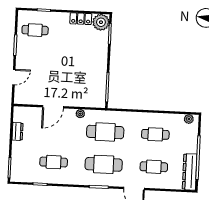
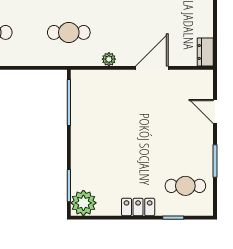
locker: (81, 19) -> (138, 207), moved
door: (14, 77) -> (215, 111), hinge flipped
dresser: (17, 131) -> (205, 52), moved
cafe table: (105, 132) -> (69, 32), width x0.73, depth x0.74

